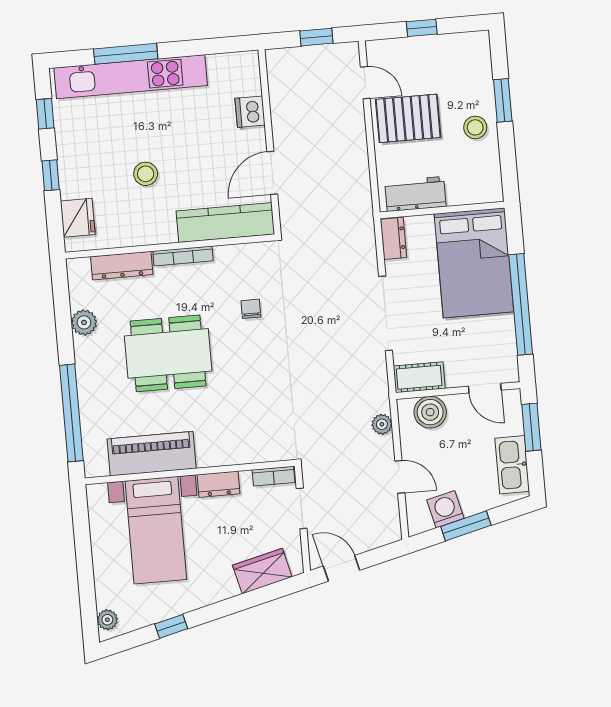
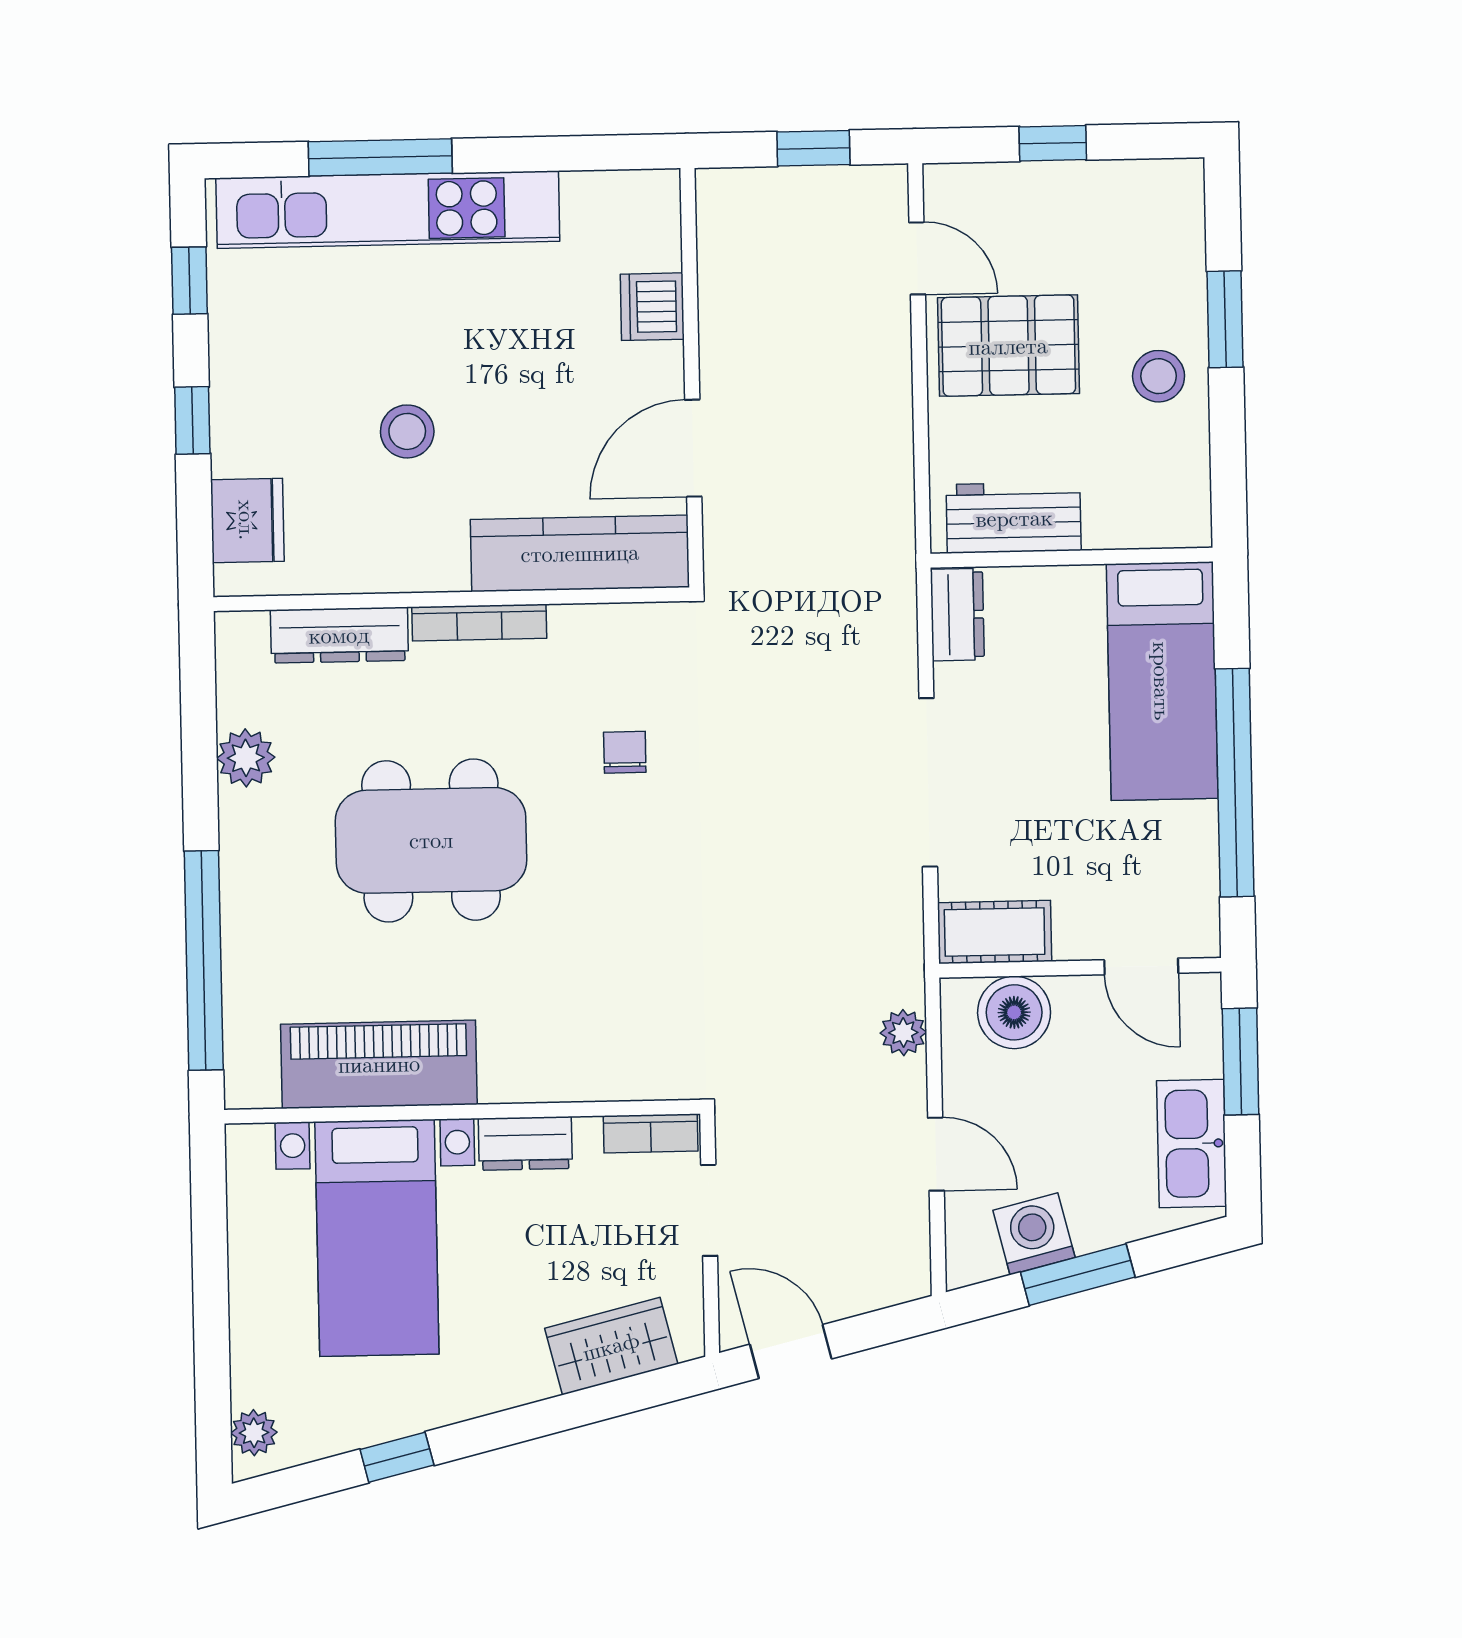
bed: (474, 263) -> (1162, 681), width x0.67

